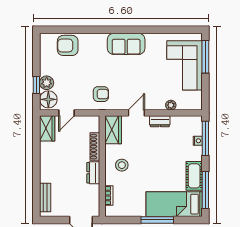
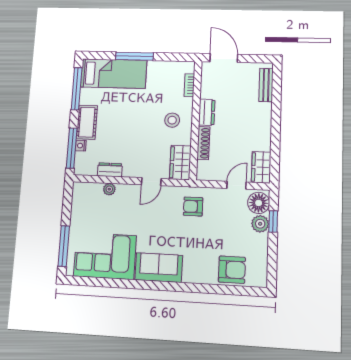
corner sofa: (184, 65) -> (105, 256), moved, turned -90
dresser: (160, 121) -> (110, 170), moved
cot: (194, 176) -> (87, 122), moved

